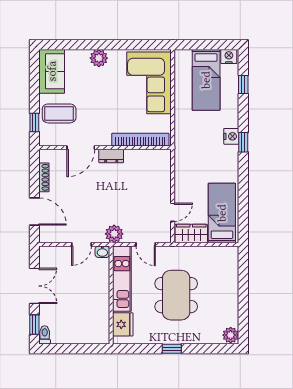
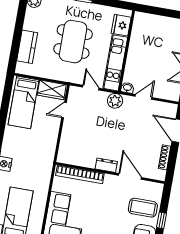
window: (34, 122) -> (162, 220), moved
door: (81, 148) -> (130, 176), hinge flipped
kitchen counter: (229, 279) -> (27, 47), added

